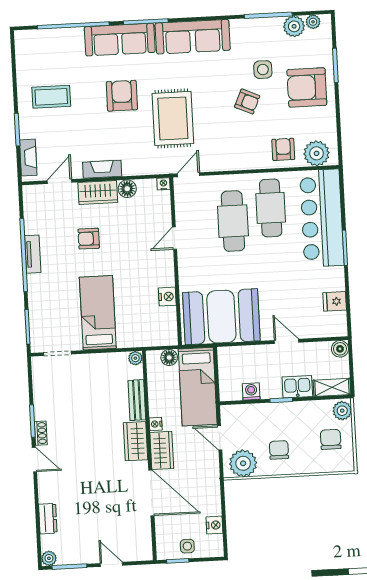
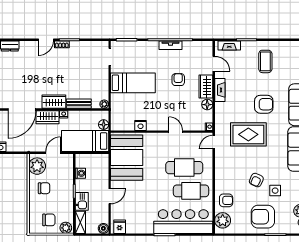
armchair: (307, 87) -> (263, 217), turned -90
door: (189, 175) -> (214, 142), swing flipped
fridge: (335, 301) -> (120, 227), moved

